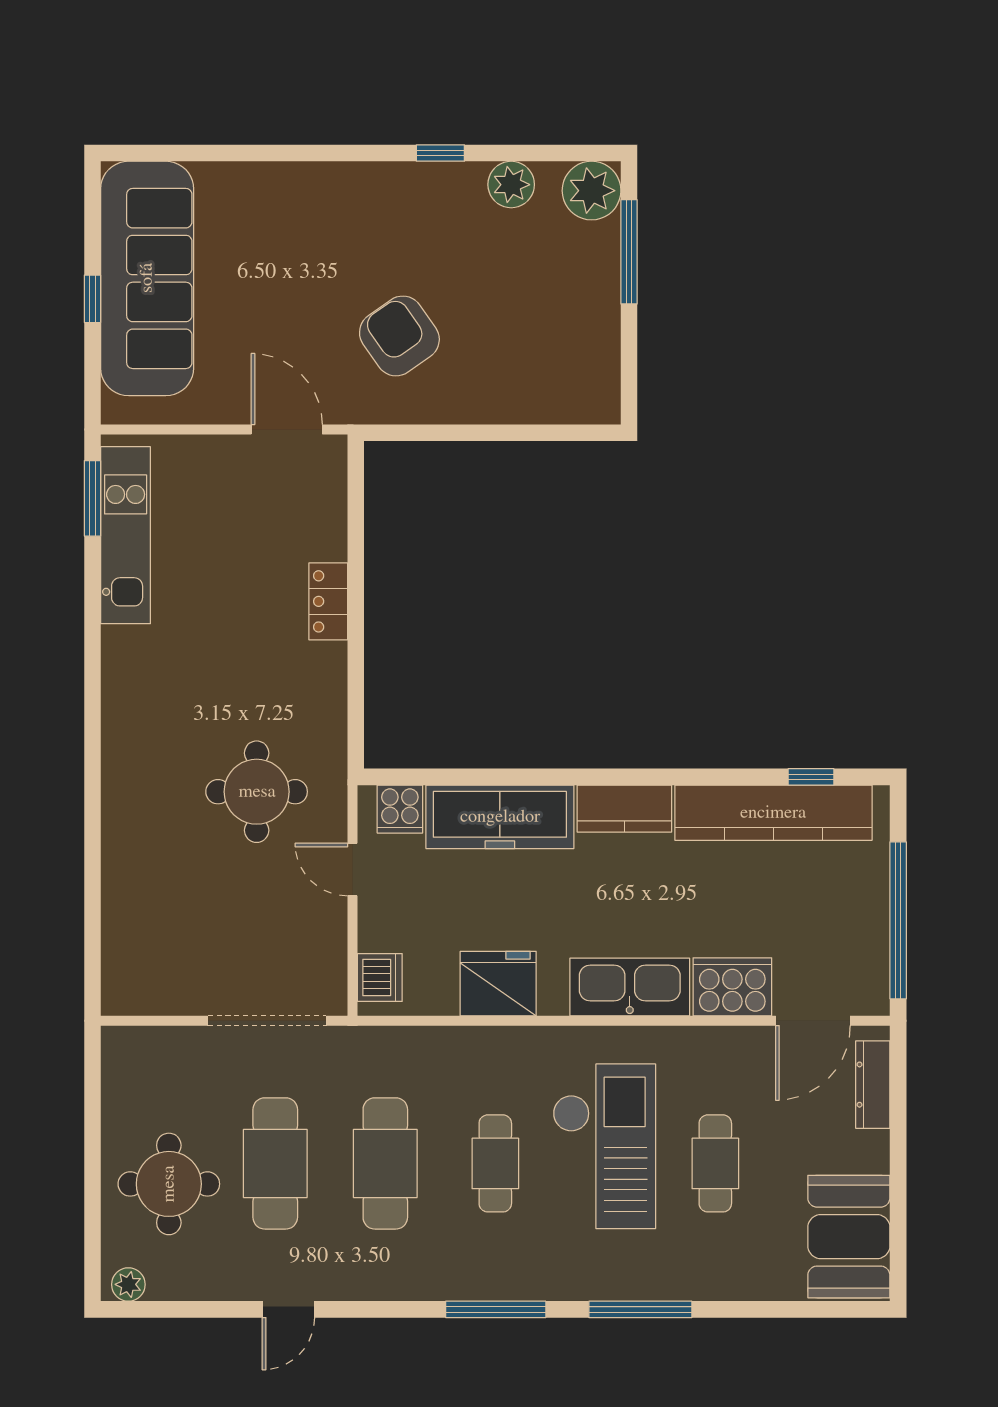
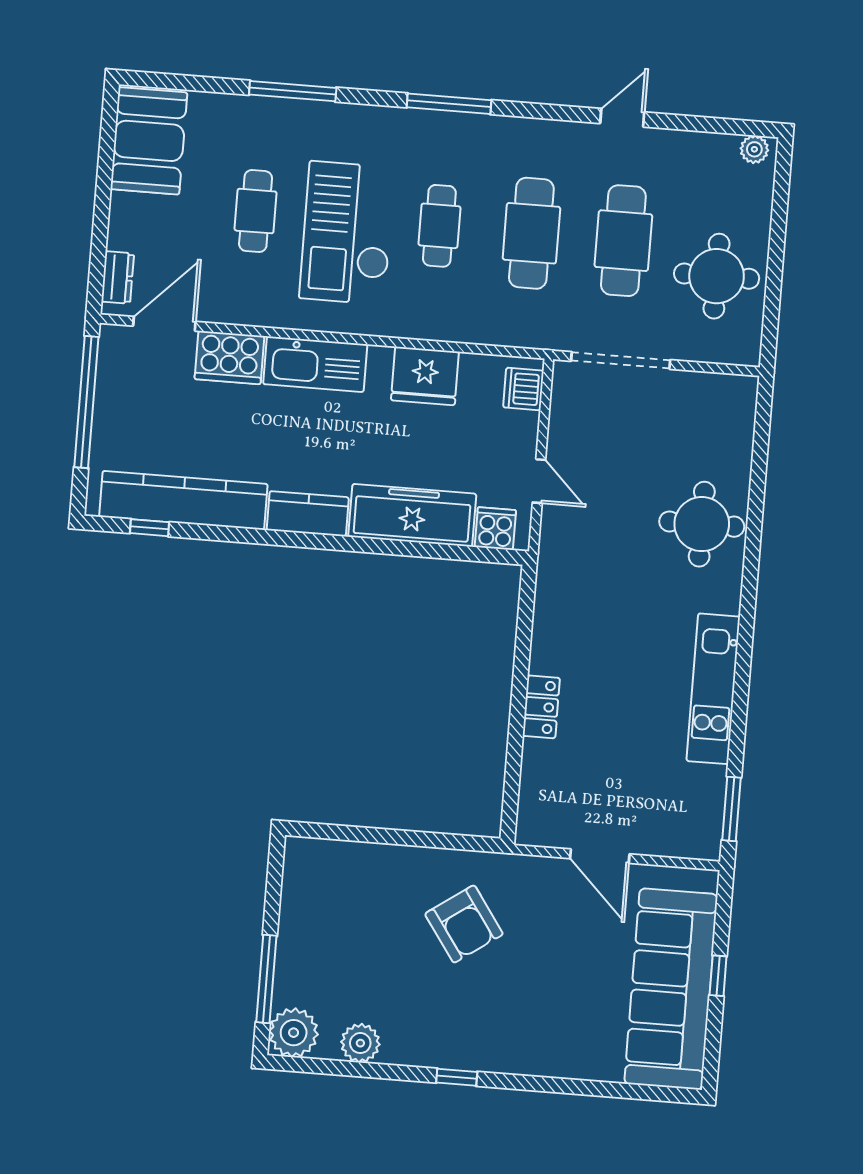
window: (440, 153) -> (457, 1077), moved
door: (287, 430) -> (600, 856), moved
kitchen unit: (126, 535) -> (713, 689), moved
round table: (257, 792) -> (702, 524), moved
dresser: (873, 1085) -> (118, 277), width x0.70
round table: (169, 1184) -> (717, 276), moved
window: (640, 1309) -> (293, 91), moved

